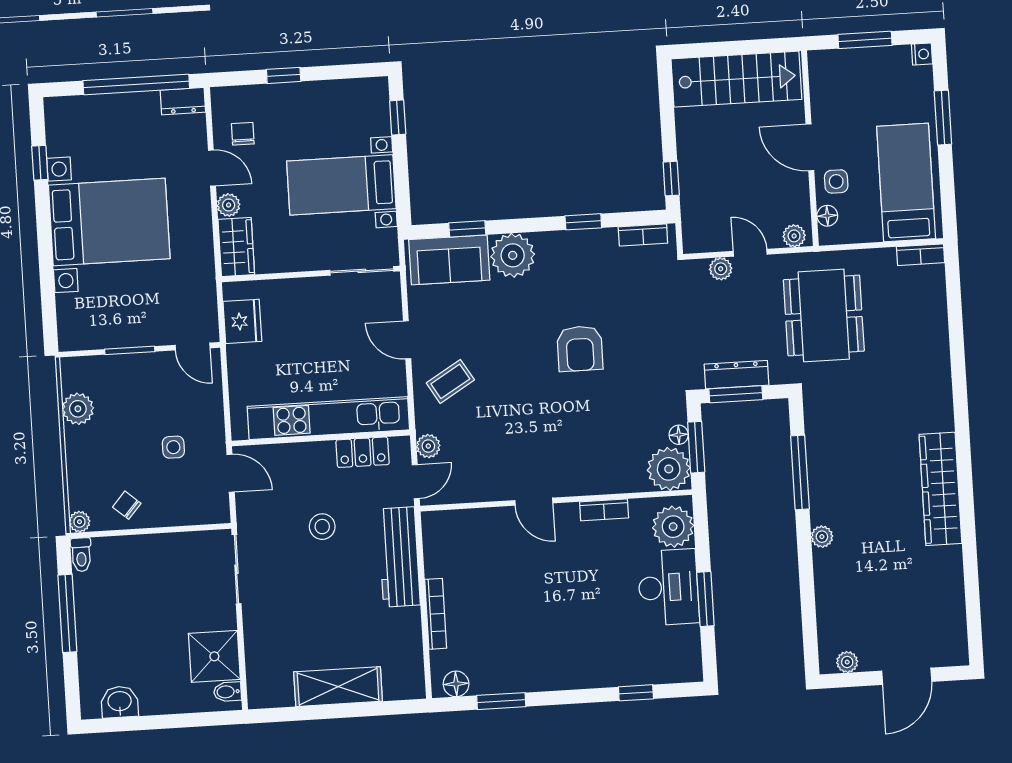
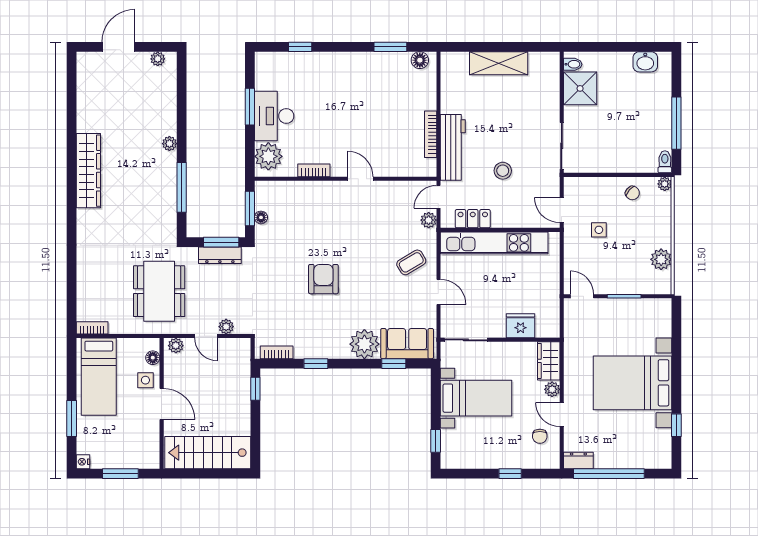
fridge: (242, 321) -> (521, 326), moved, turned 90
plant: (669, 469) -> (269, 195), removed
bookcase: (436, 614) -> (431, 134), moved

